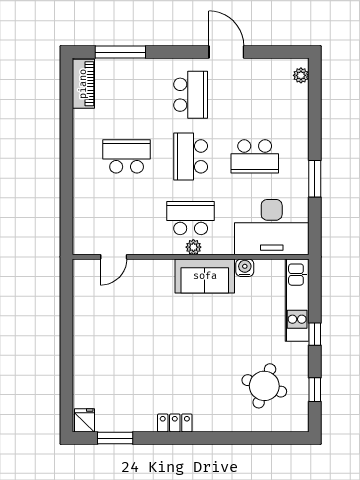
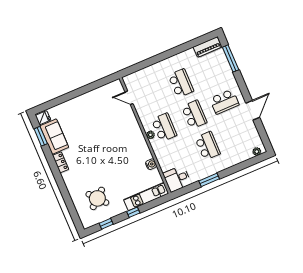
school desk: (191, 156) -> (194, 115), turned 90
school desk: (255, 156) -> (208, 146), turned 180
desk: (272, 227) -> (177, 179), width x0.53, depth x0.77
sofa: (205, 276) -> (54, 137), moved, turned 180
round table: (264, 386) -> (97, 198), turned 30

